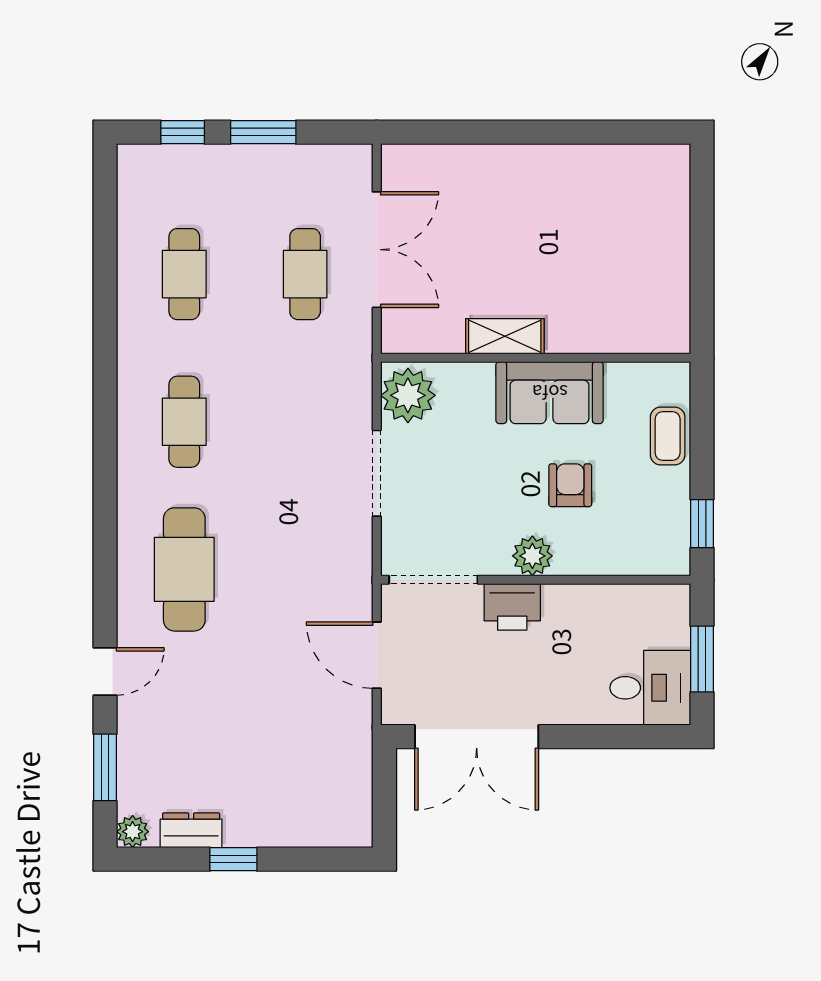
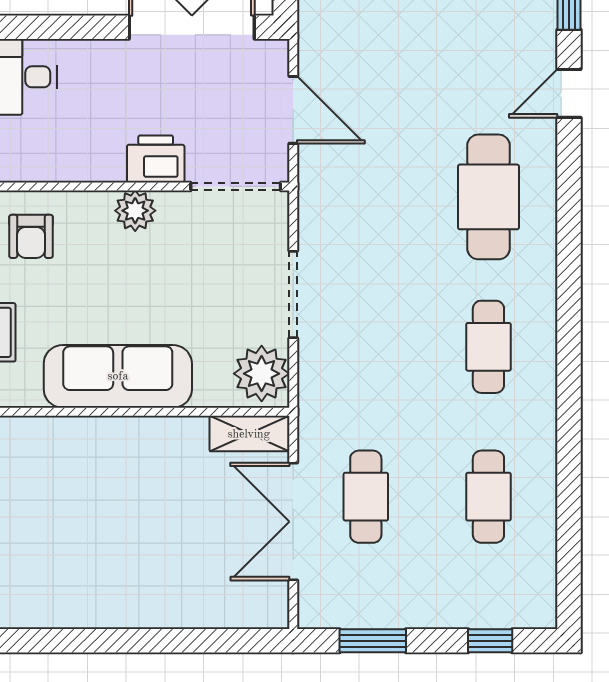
window: (263, 132) -> (373, 641), moved
shelving: (505, 336) -> (249, 434), moved
sofa: (550, 393) -> (118, 376), width x1.36
armchair: (570, 485) -> (31, 236), moved

